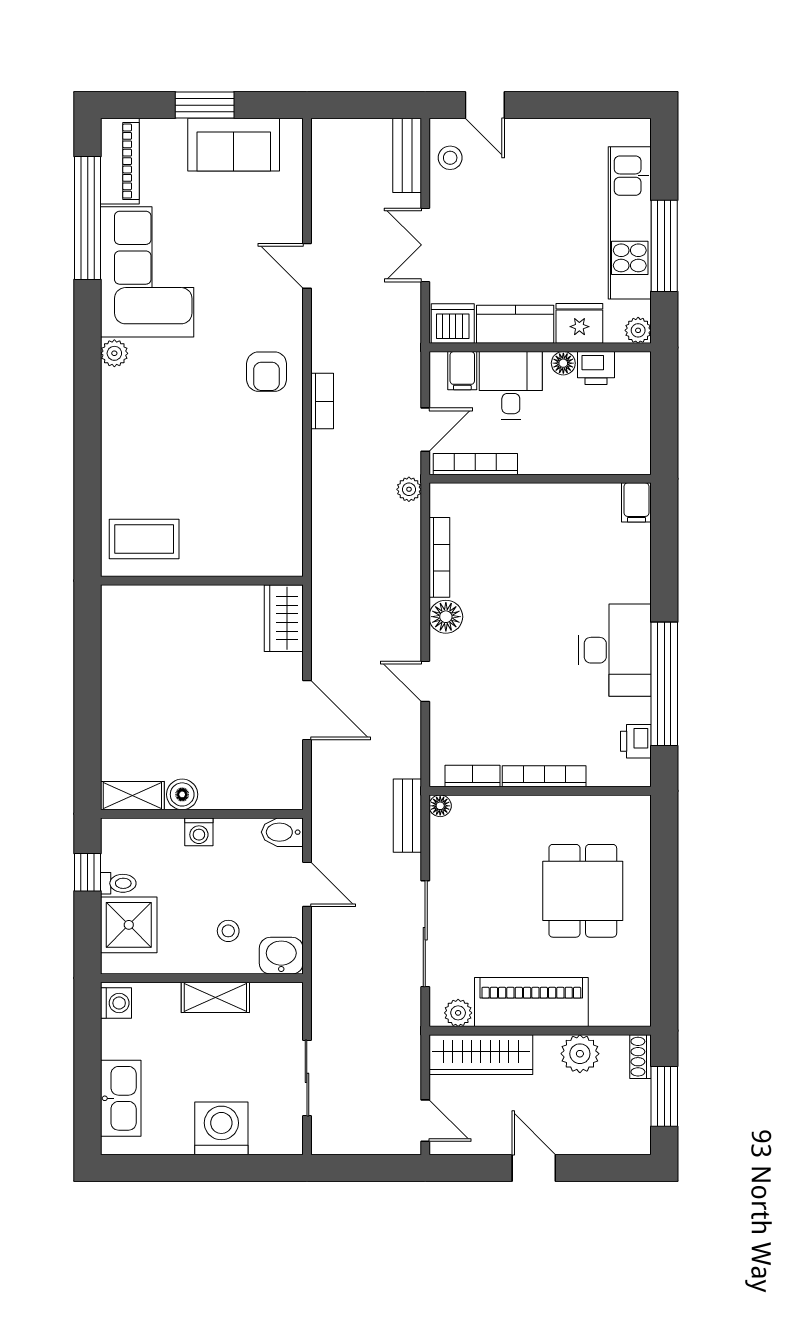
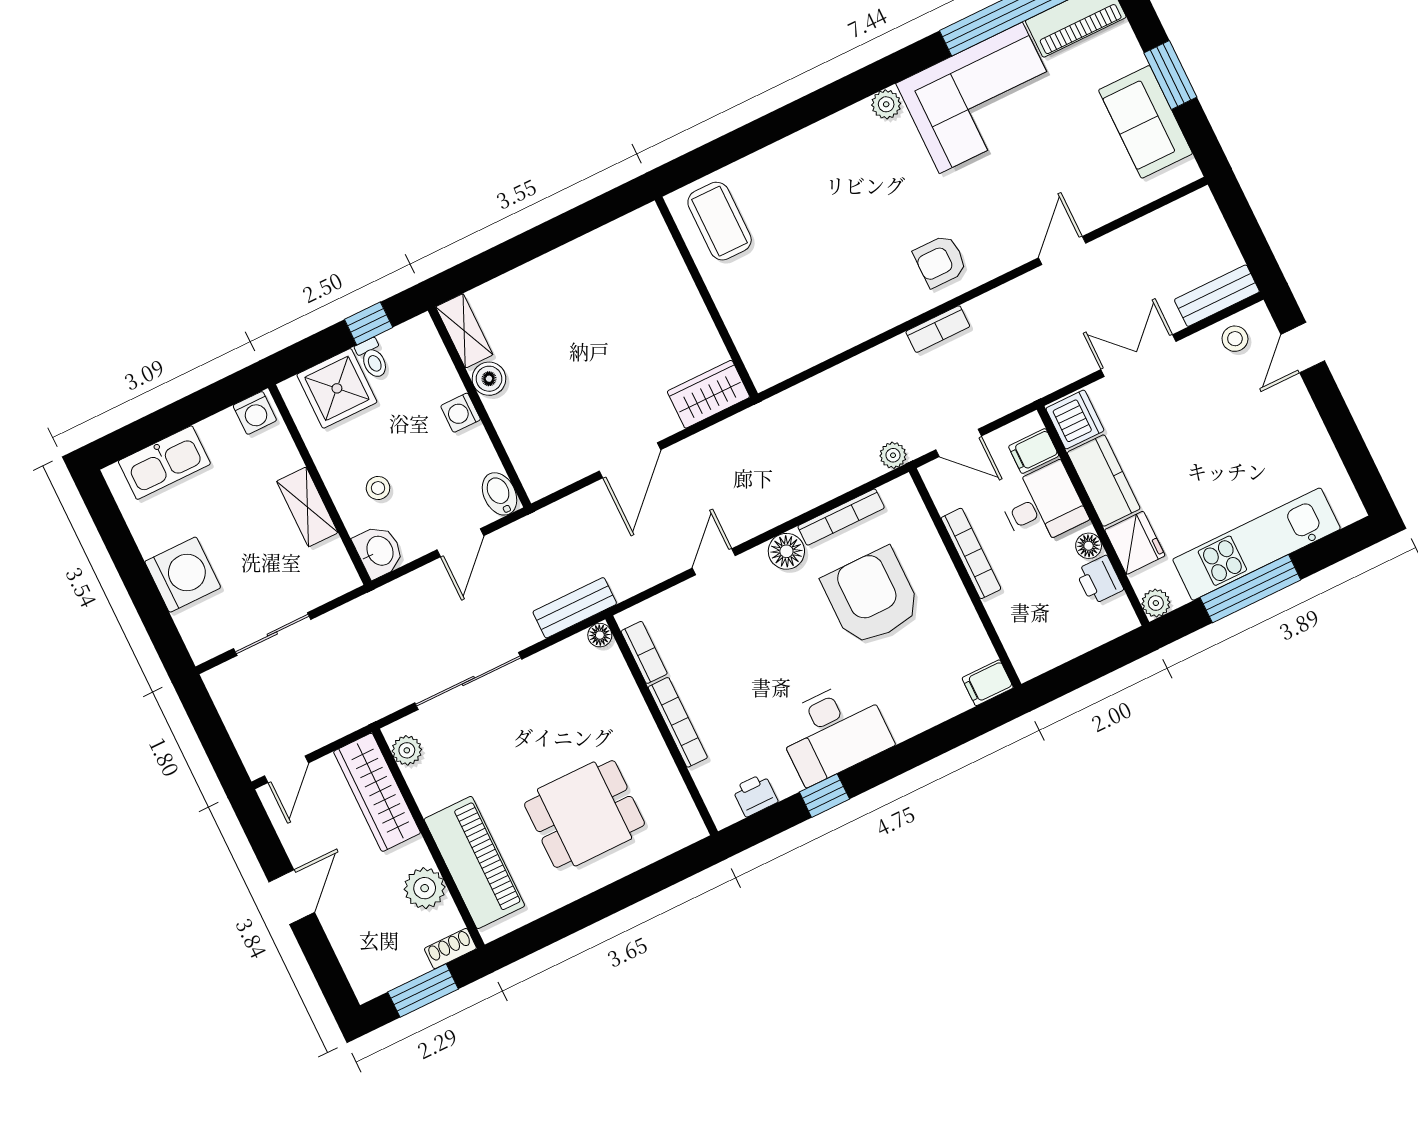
bookcase: (475, 464) -> (971, 553), moved
armchair: (518, 564) -> (872, 597), added
window: (664, 684) -> (824, 796), width x0.32
piano: (531, 1002) -> (474, 862), moved

